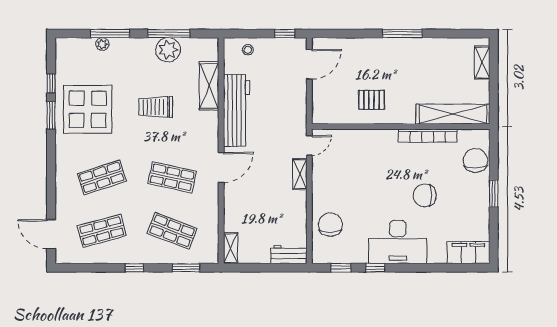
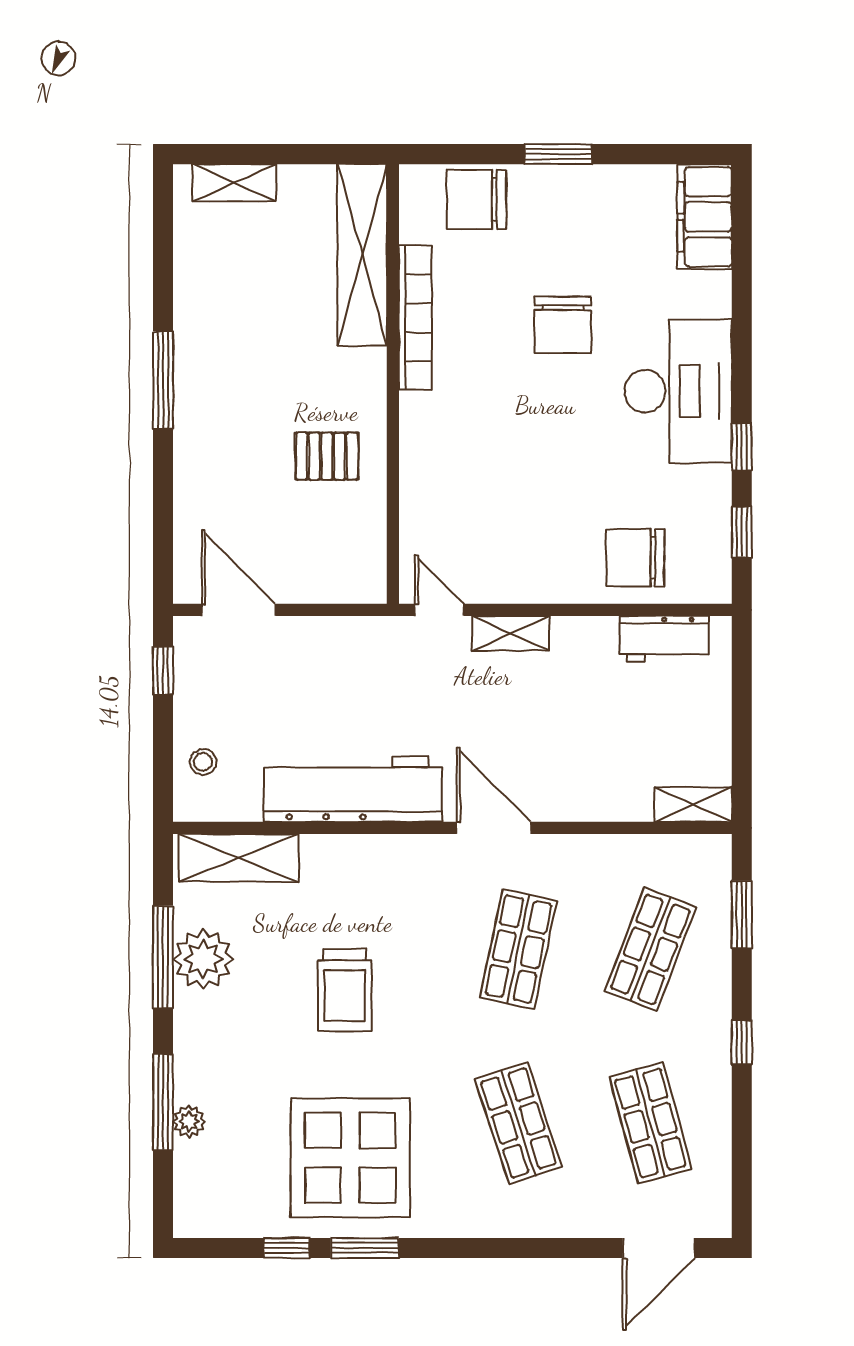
shelving: (209, 86) -> (239, 858), moved
pallet: (372, 100) -> (327, 456), turned 90
workbench: (289, 254) -> (664, 639), moved, turned -90

